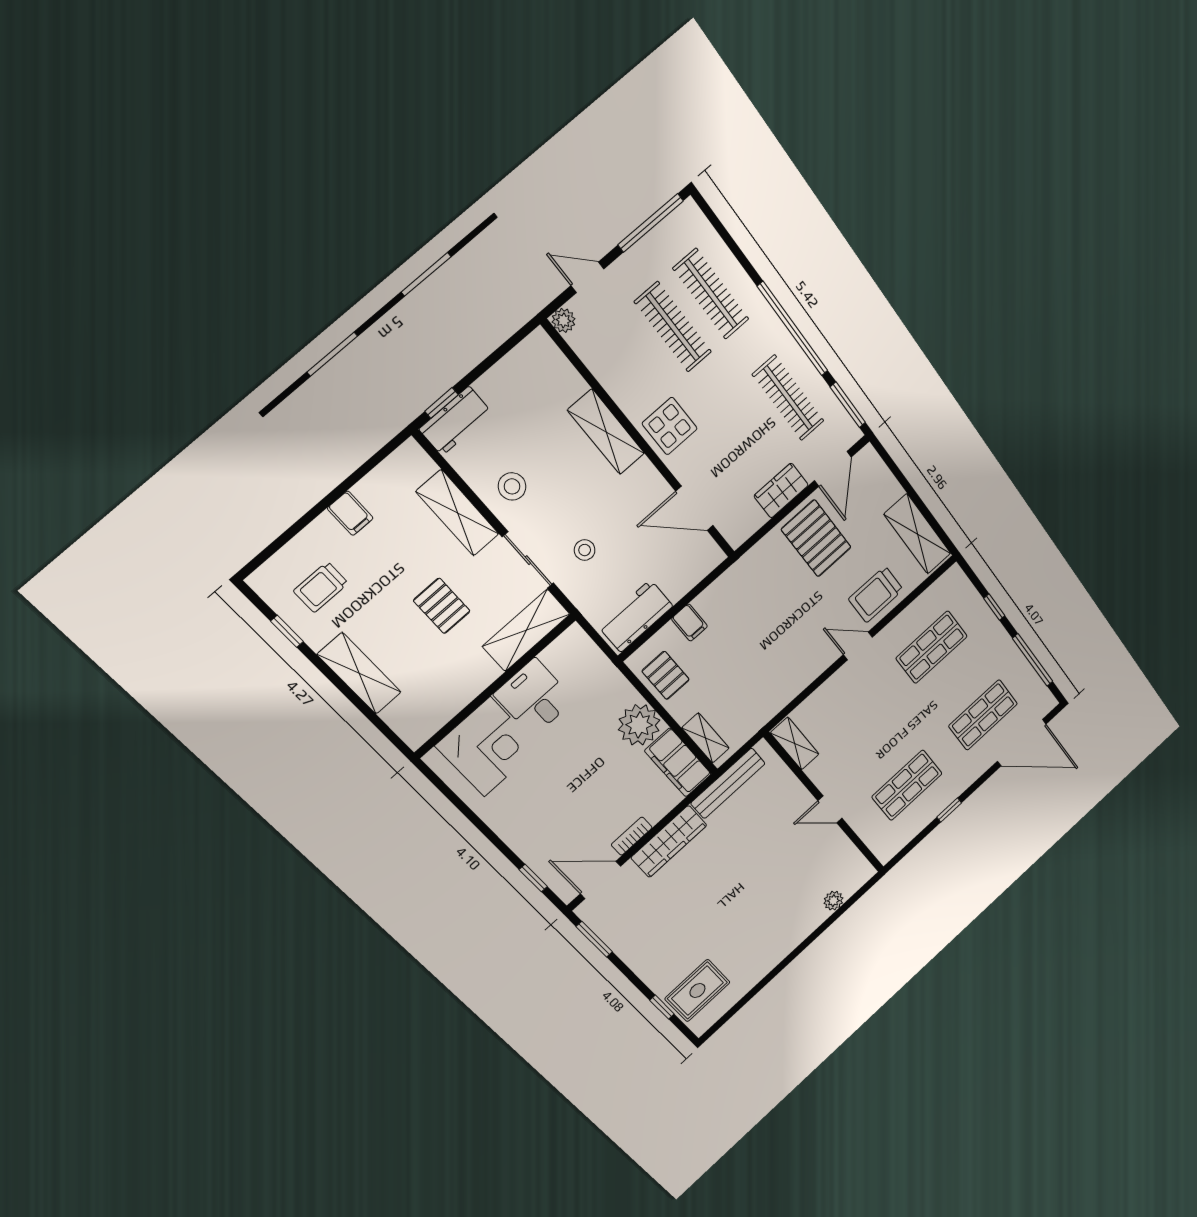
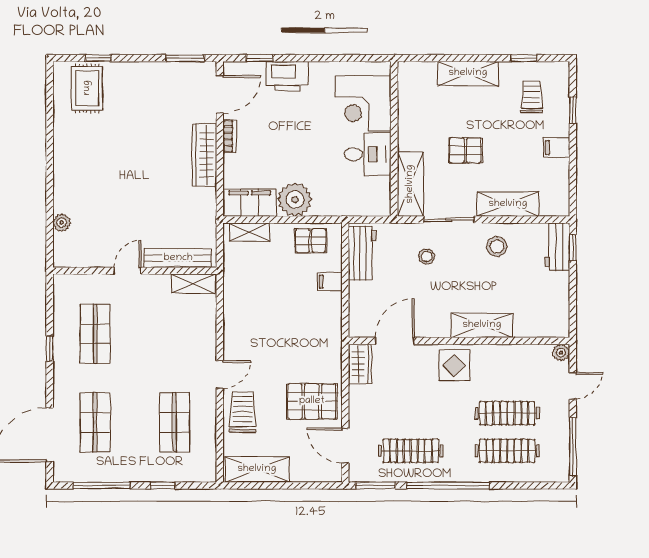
wardrobe: (781, 490) -> (360, 364), moved
window: (293, 531) -> (573, 110), added
bench: (728, 783) -> (178, 258), moved, turned 90
printer: (527, 838) -> (287, 76), added

